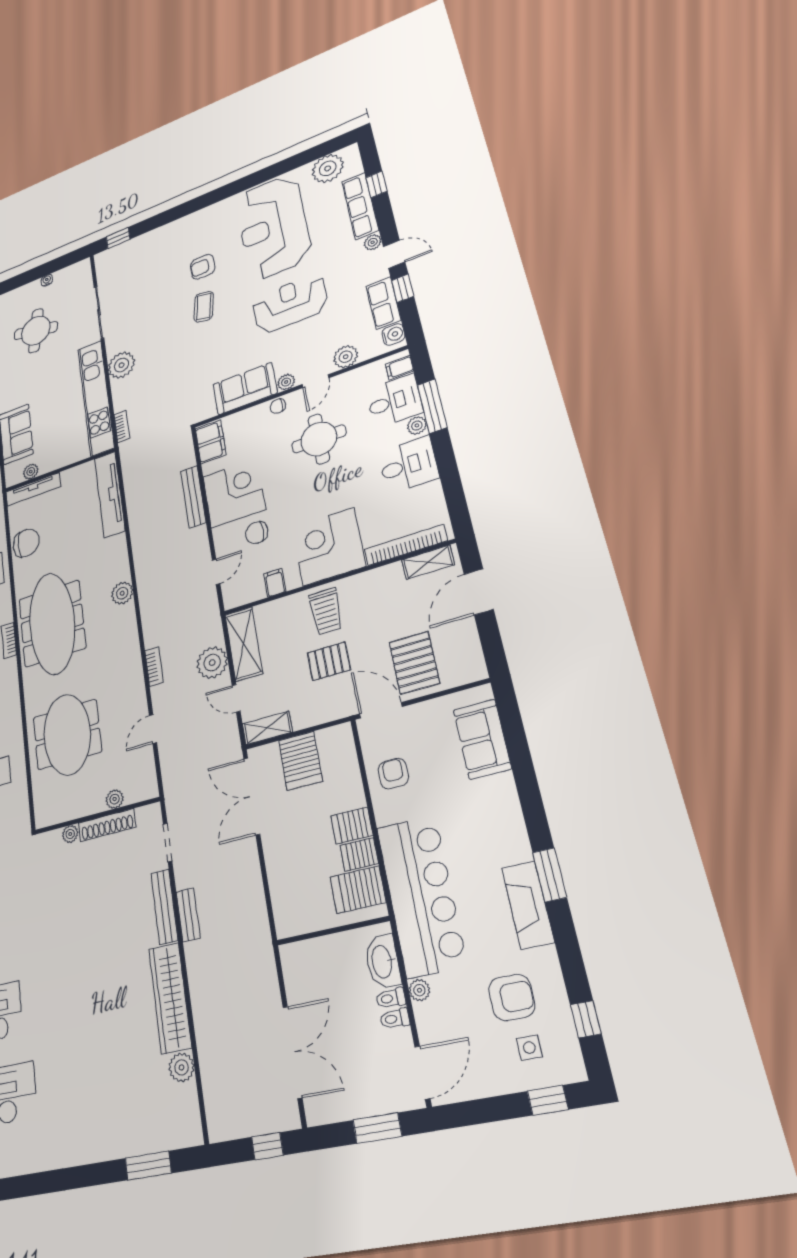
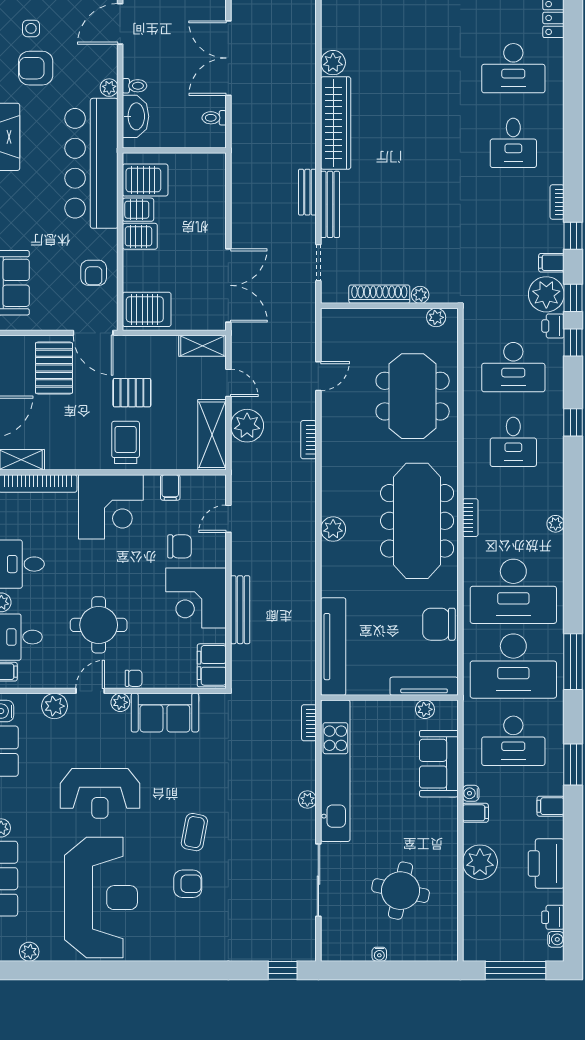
plant: (328, 168) -> (29, 952), width x0.53, depth x0.53
plant: (121, 365) -> (307, 800), width x0.53, depth x0.53
server rack: (300, 761) -> (147, 309), moved, turned 90
plant: (115, 799) -> (436, 317), moved
toilet: (395, 1019) -> (214, 118), moved, turned 180

